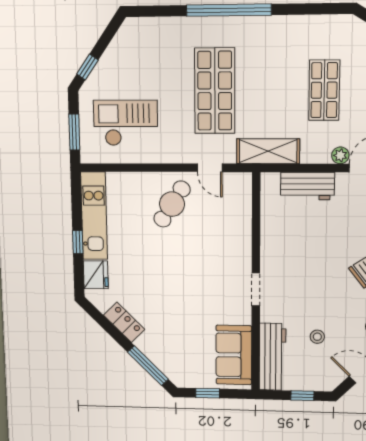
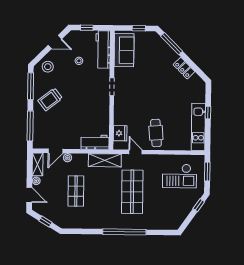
workbench: (307, 186) -> (95, 142), moved
cafe table: (172, 204) -> (156, 133), turned -37
fridge: (96, 275) -> (120, 133), moved, turned 180

